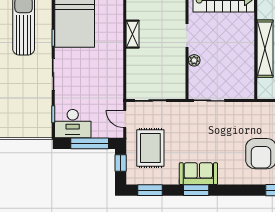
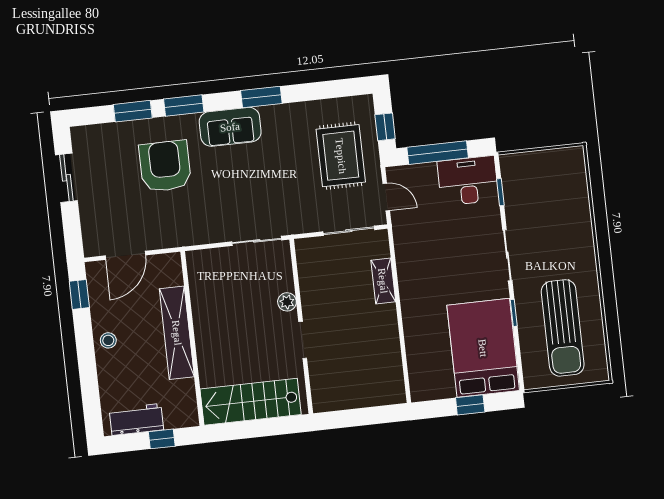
shelving: (133, 34) -> (383, 281), moved
sofa: (198, 174) -> (230, 127), moved
window: (150, 190) -> (184, 106), moved

